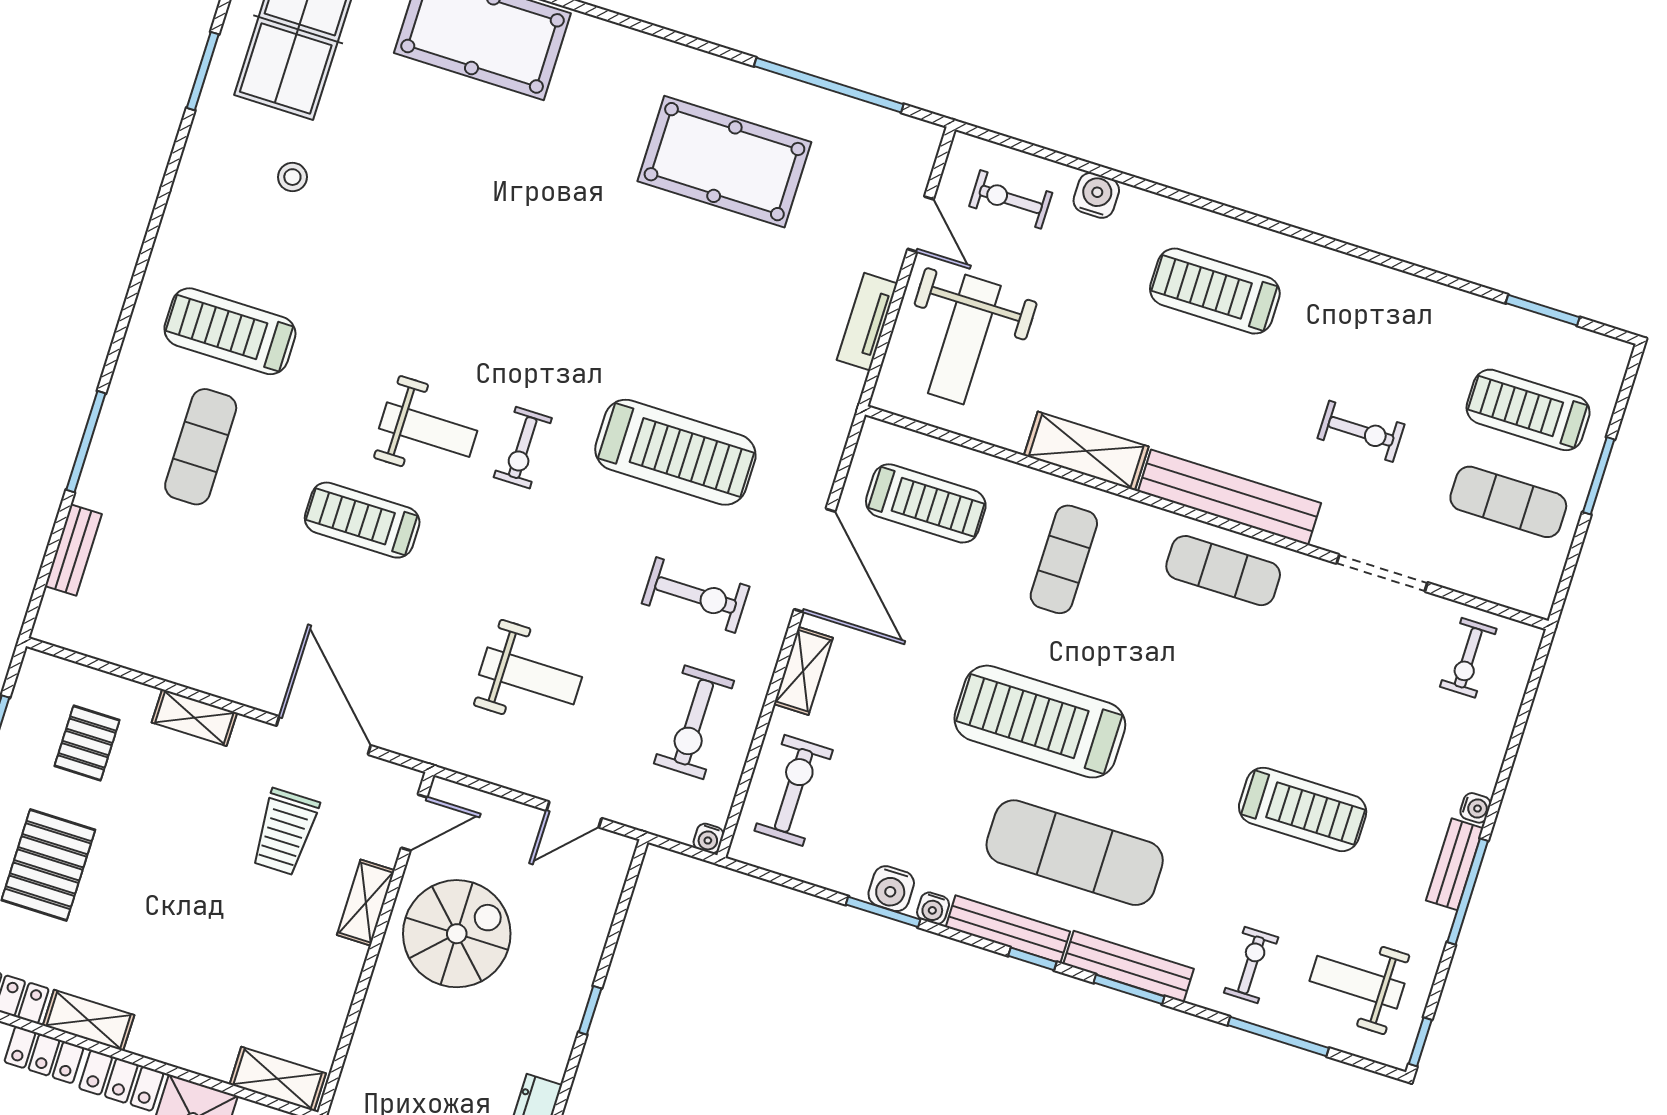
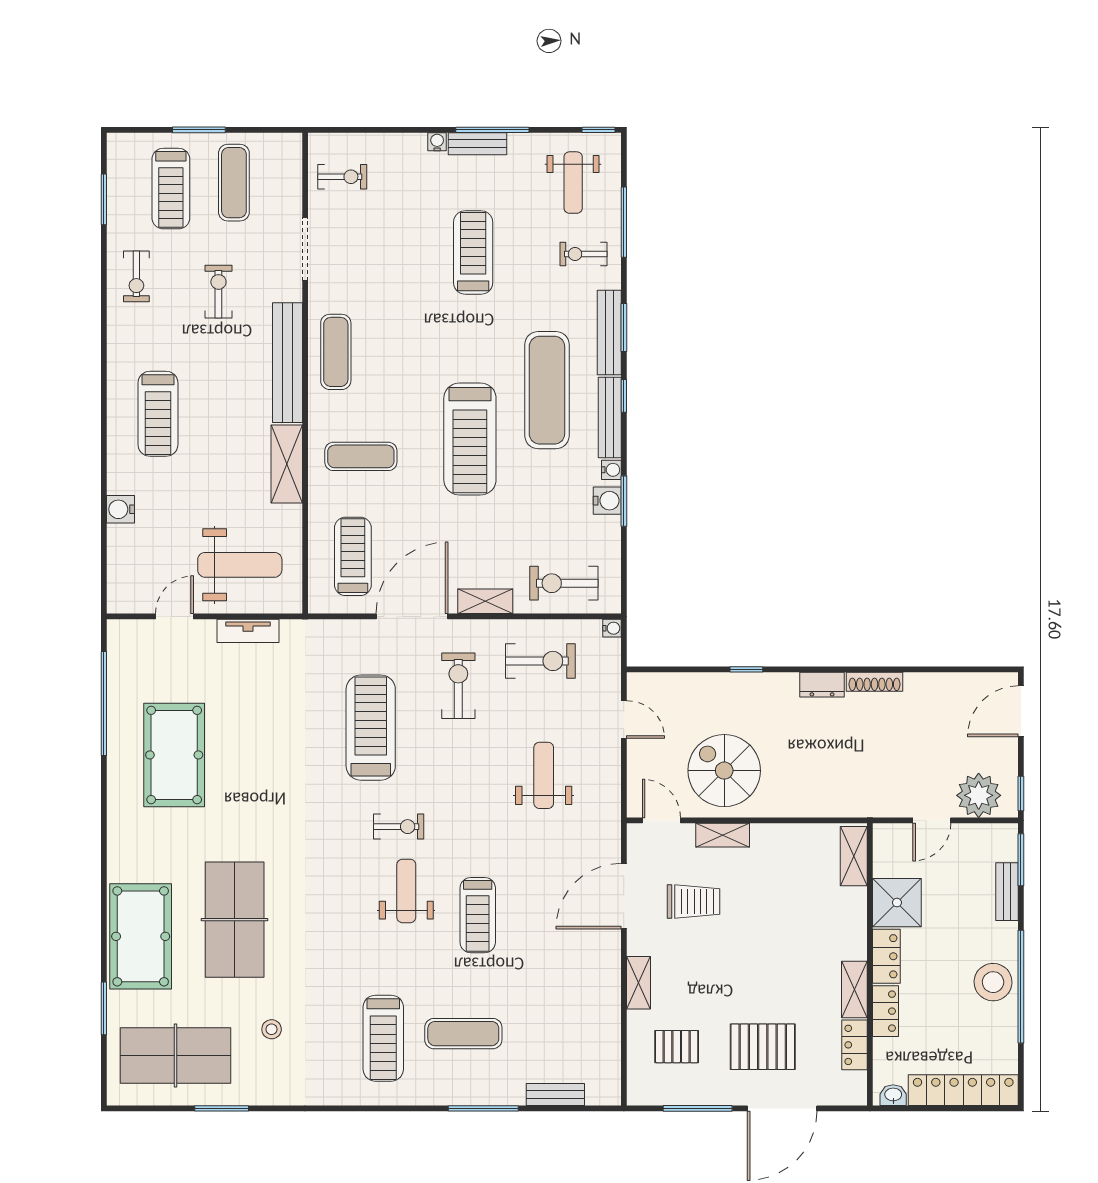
table tennis table: (464, 174) -> (235, 920), added
exercise bike: (1011, 199) -> (136, 276), moved

